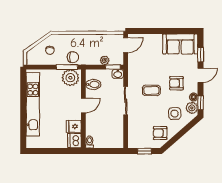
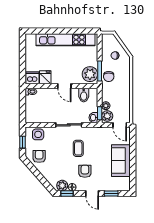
sofa: (180, 44) -> (121, 161), moved
plant: (116, 59) -> (107, 116), added
side table: (175, 114) -> (38, 134), moved

